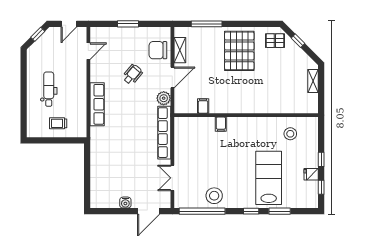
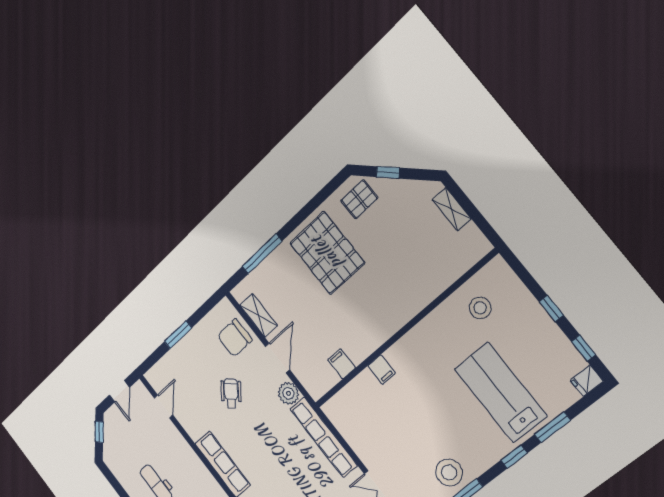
fridge: (311, 174) -> (587, 381), moved

